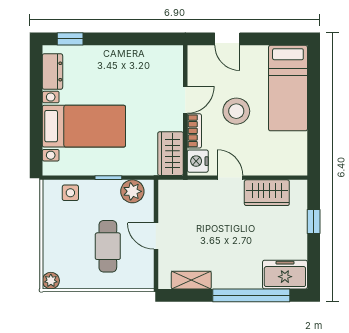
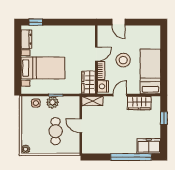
bed: (288, 88) -> (150, 71), moved, turned 180
door: (230, 178) -> (120, 95), hinge flipped
plant: (132, 191) -> (53, 102), moved
shelving: (191, 280) -> (92, 101), moved

